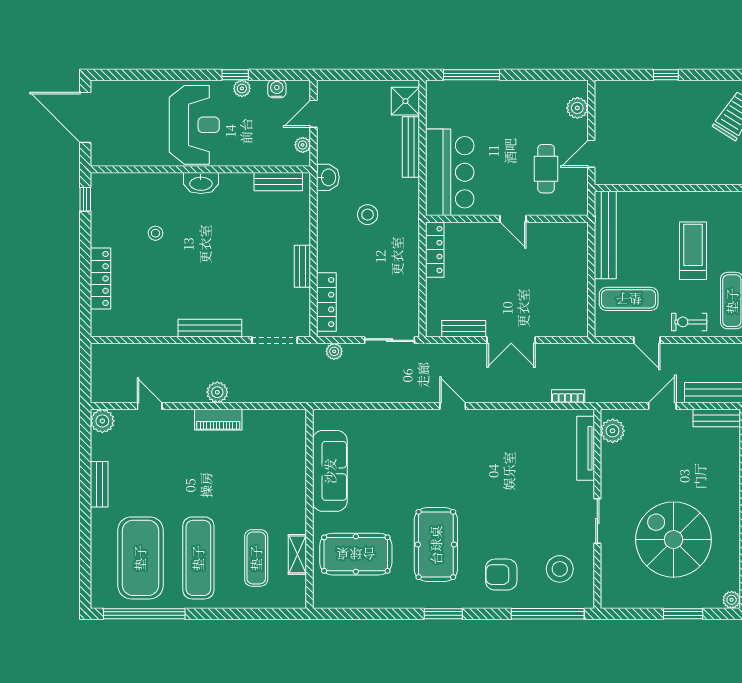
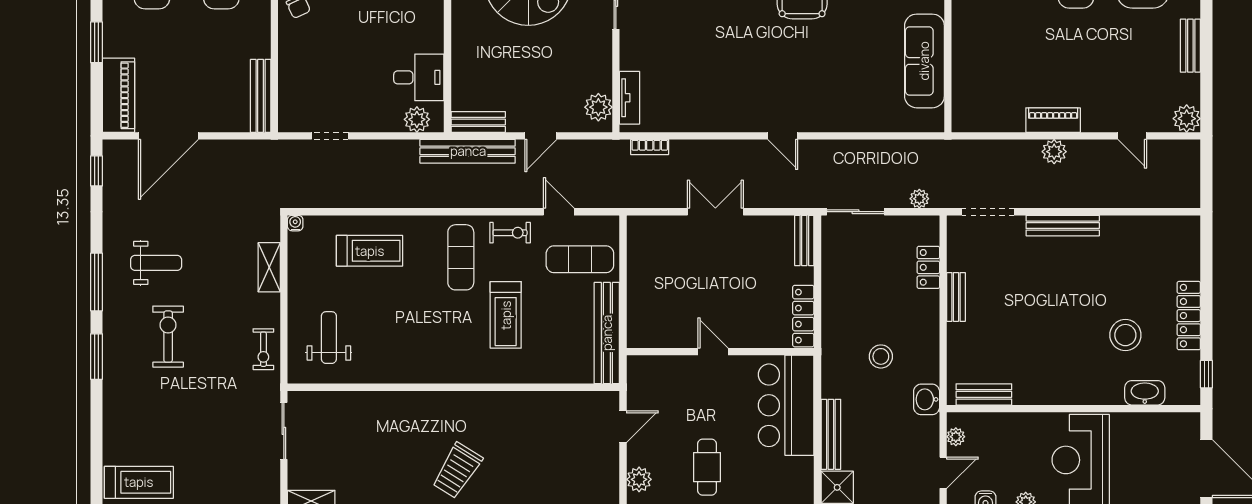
cafe table: (546, 169) -> (707, 467), moved
washbasin: (201, 183) -> (1145, 393), moved
stool: (155, 233) -> (1125, 335), width x1.89, depth x1.89
locker: (100, 279) -> (1189, 316), moved
locker: (326, 302) -> (928, 267), width x0.66
bench: (464, 329) -> (804, 240), moved, turned 90
tv unit: (586, 448) -> (629, 98), width x0.71

